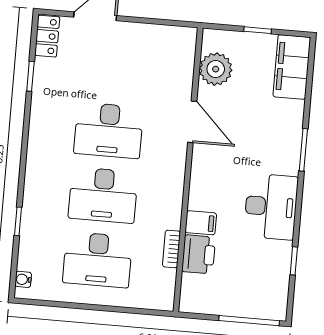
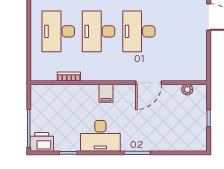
filing cabinet: (292, 67) -> (188, 141), removed
plant: (216, 69) -> (187, 90), width x0.53, depth x0.53
filing cabinet: (201, 223) -> (106, 93), moved
printer: (199, 254) -> (42, 142), moved, turned 180

